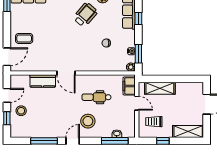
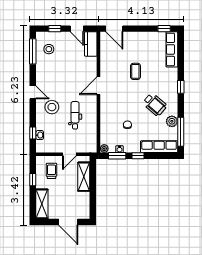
window: (138, 18) -> (138, 156), moved
coffee table: (24, 38) -> (135, 71), moved
kitchen counter: (43, 81) -> (91, 44), moved
filing cabinet: (129, 86) -> (86, 147), removed
stool: (21, 111) -> (49, 49), moved
window: (44, 141) -> (33, 51), moved
window: (115, 141) -> (33, 133), width x0.46

